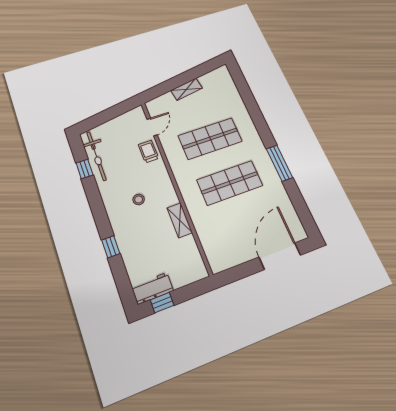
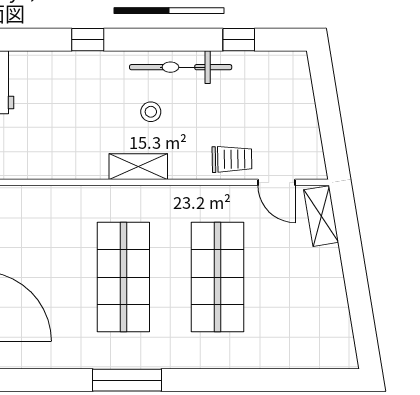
shelving: (187, 89) -> (321, 216), moved
bicycle: (96, 156) -> (181, 67), moved
shelving: (180, 220) -> (138, 167), moved

